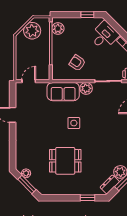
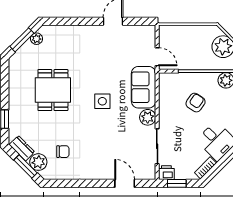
armchair: (77, 63) -> (196, 103), moved
door: (29, 81) -> (157, 57), moved
chair: (112, 153) -> (63, 152), added

